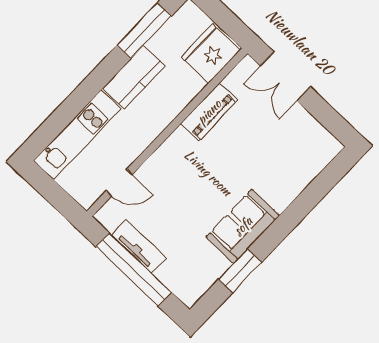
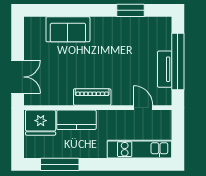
kitchen counter: (134, 77) -> (76, 120), moved, turned 180
piano: (209, 112) -> (92, 97), moved
sofa: (243, 226) -> (68, 29), moved

